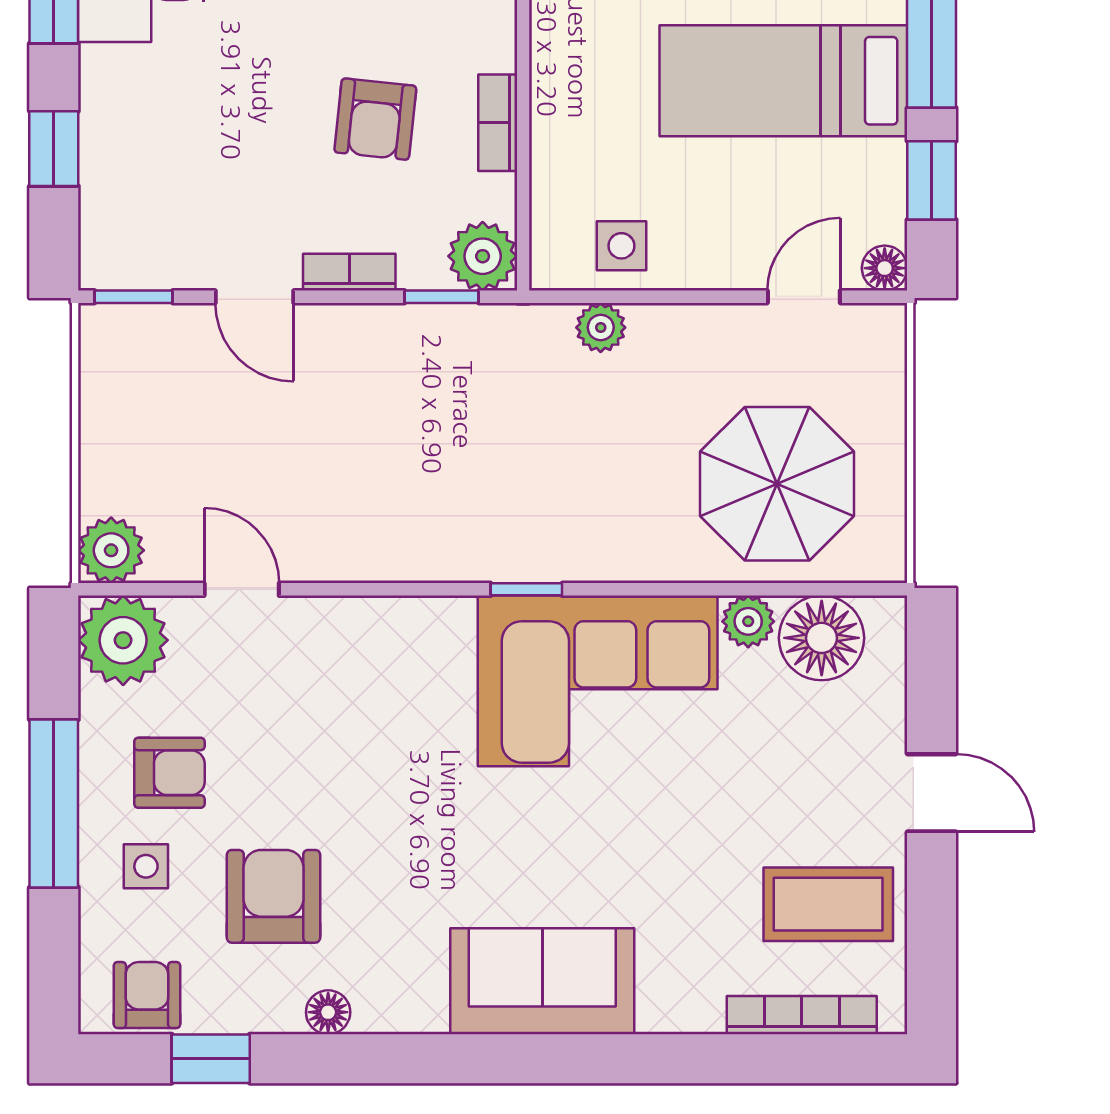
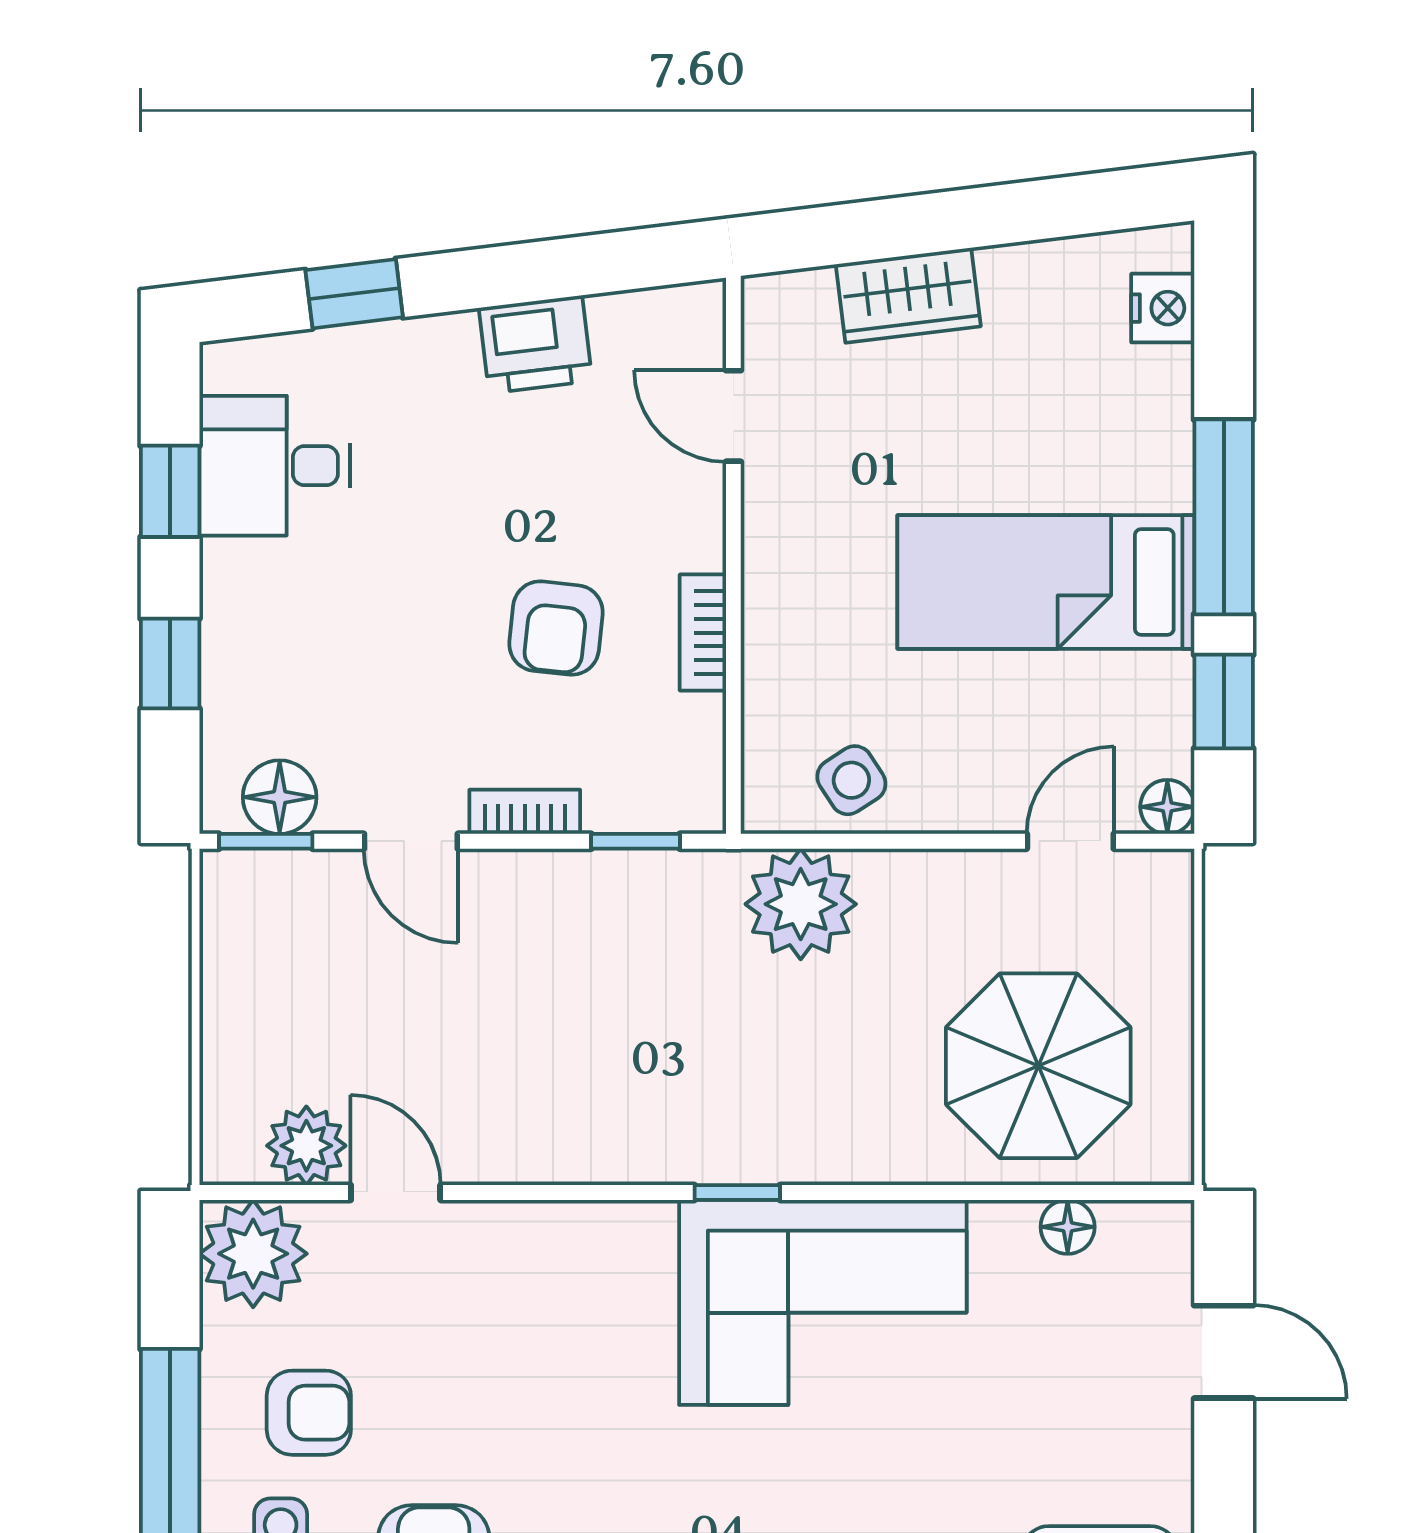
side table: (621, 246) -> (851, 780), turned -33
plant: (483, 256) -> (685, 793), removed
floor lamp: (145, 260) -> (280, 797), added
plant: (601, 327) -> (801, 904), width x1.88, depth x1.88
plant: (111, 550) -> (306, 1146), moved
plant: (748, 621) -> (1004, 1231), removed
floor lamp: (822, 638) -> (1068, 1227), width x0.53, depth x0.53
door: (932, 793) -> (1224, 1352), moved

